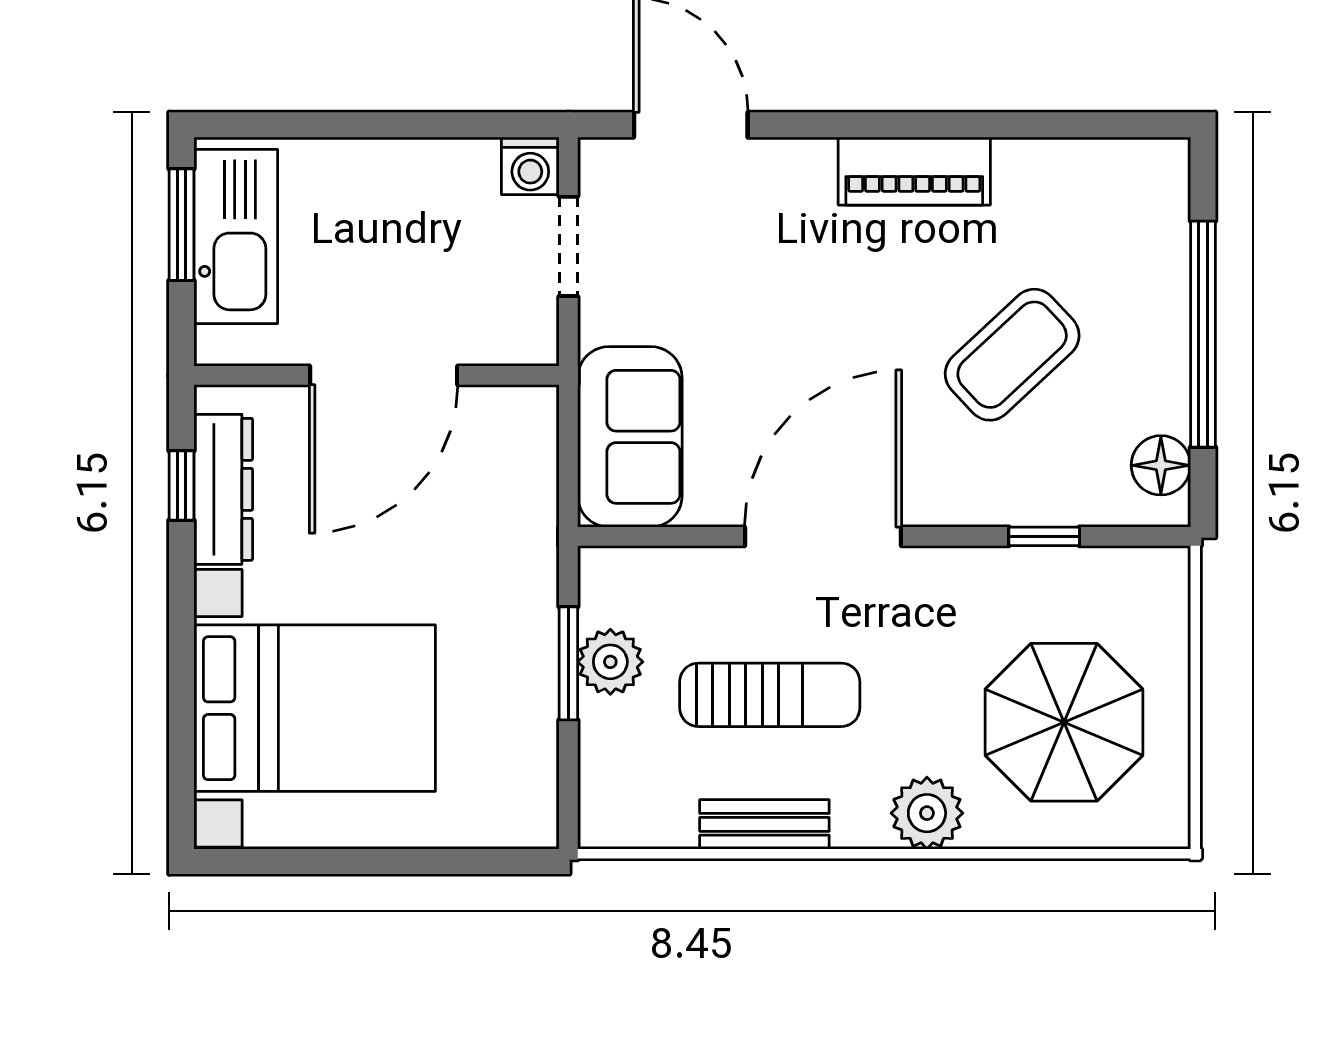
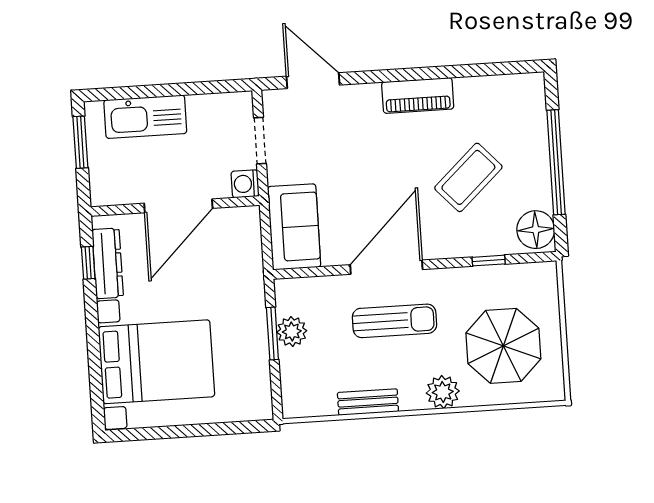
washing machine: (530, 166) -> (245, 184), moved, turned 90
kitchen sink: (236, 236) -> (145, 117), moved, turned 90
floor lamp: (1161, 465) -> (536, 230), width x1.38, depth x1.38
sun lounger: (770, 695) -> (394, 321), moved

